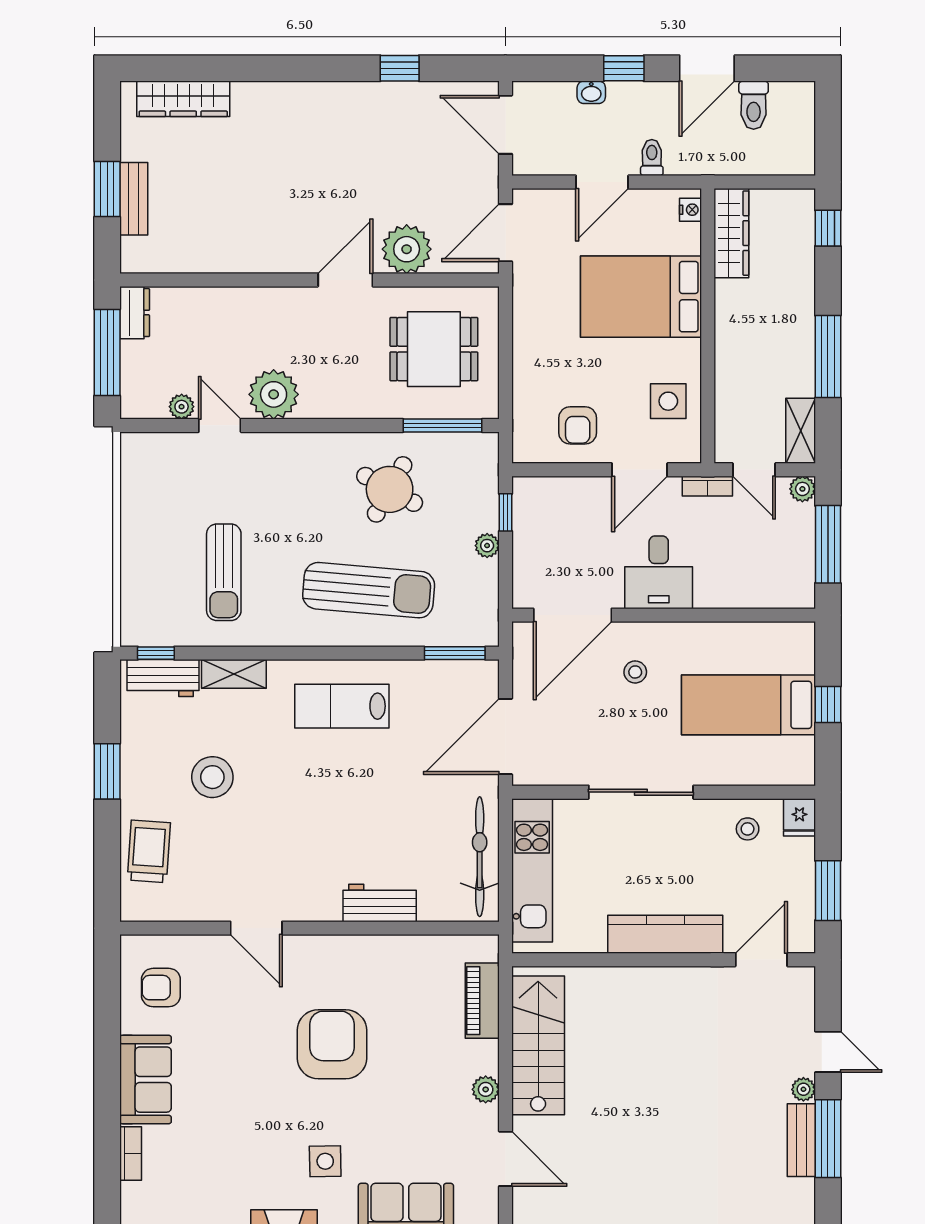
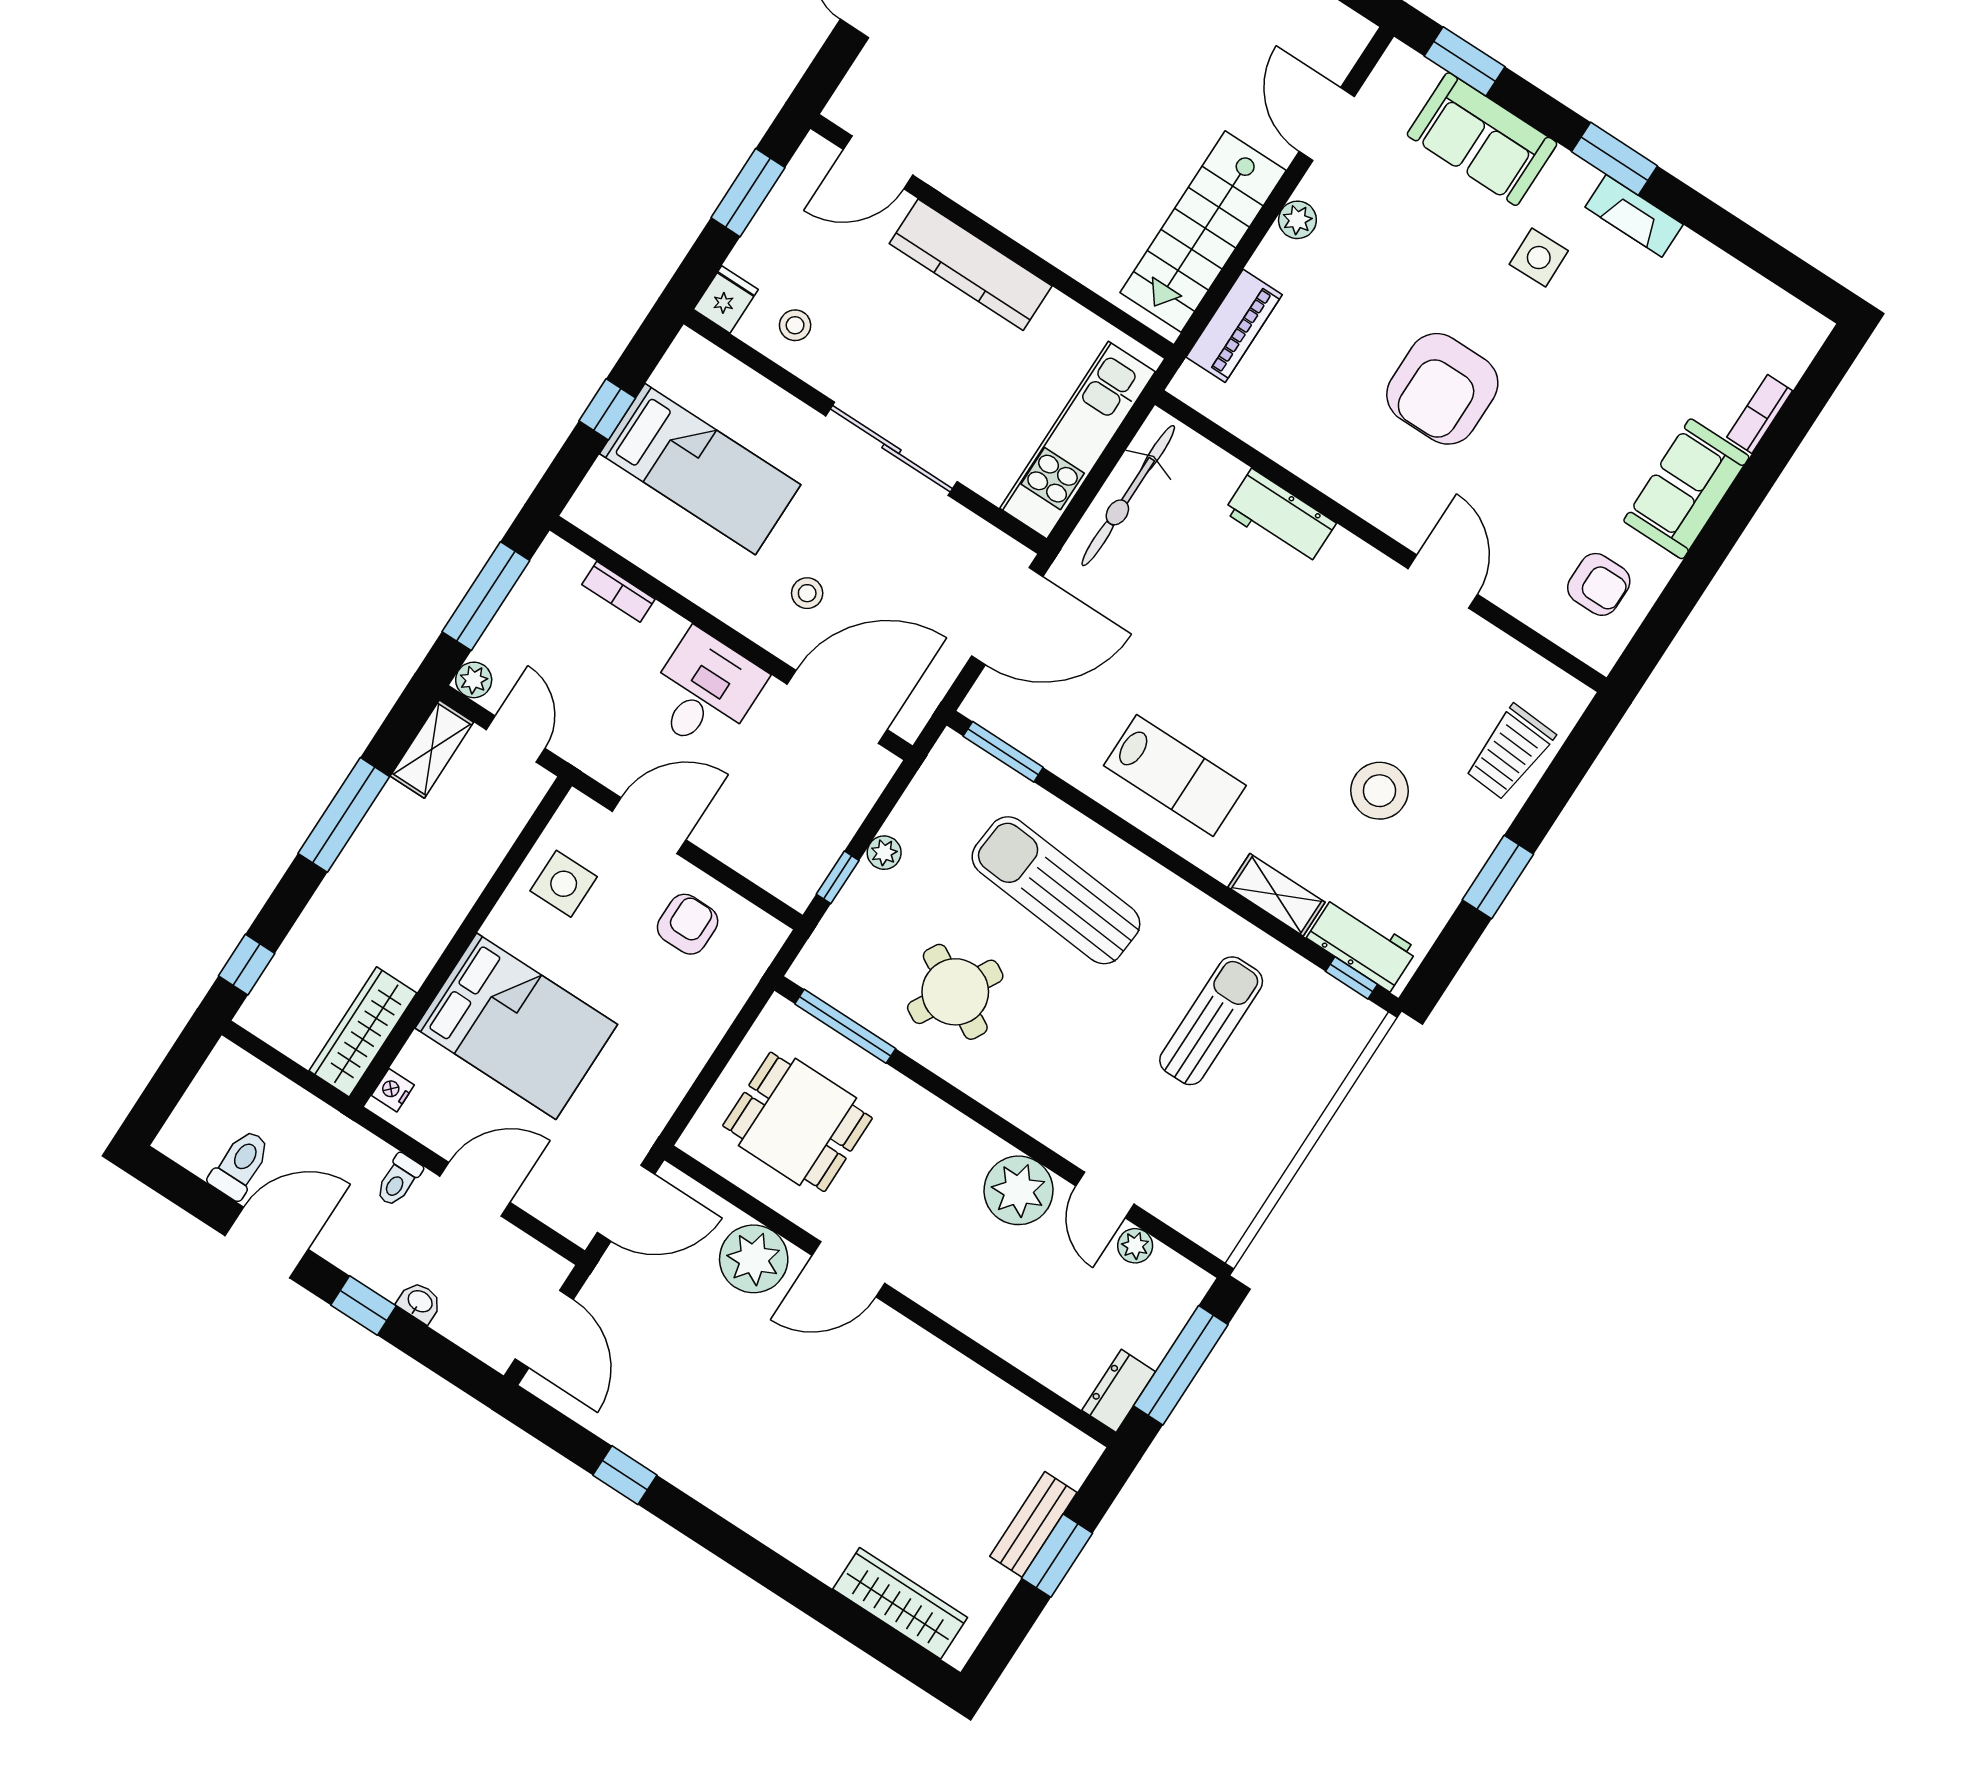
bookcase: (707, 486) -> (618, 592), moved, turned 180

